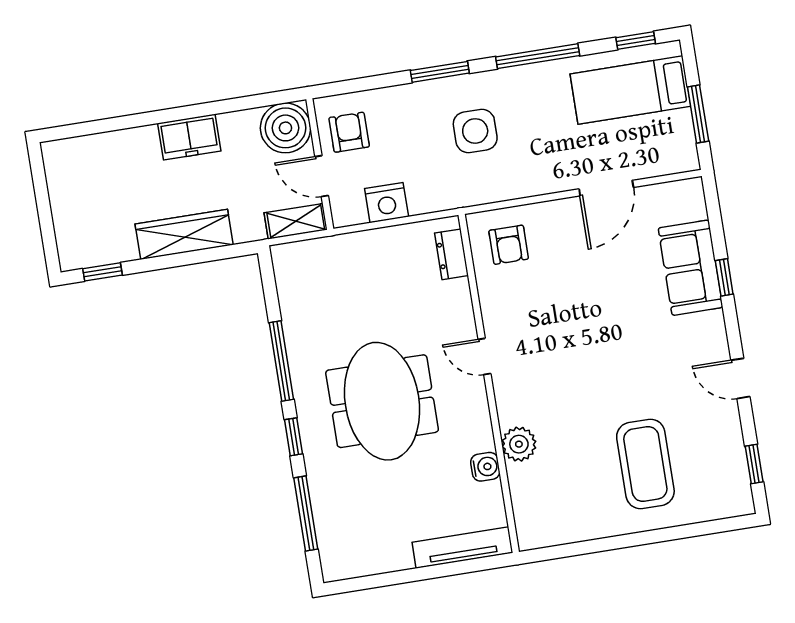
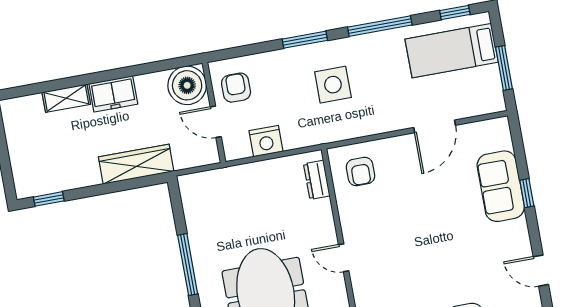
shelving: (296, 221) -> (66, 98), moved
wardrobe: (184, 234) -> (136, 164), moved

